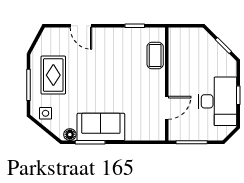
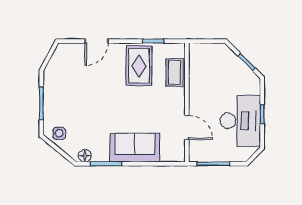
door: (81, 26) -> (97, 41), hinge flipped
rug: (53, 75) -> (139, 66), moved
door: (167, 108) -> (187, 127), hinge flipped
sofa: (101, 127) -> (135, 148), moved

